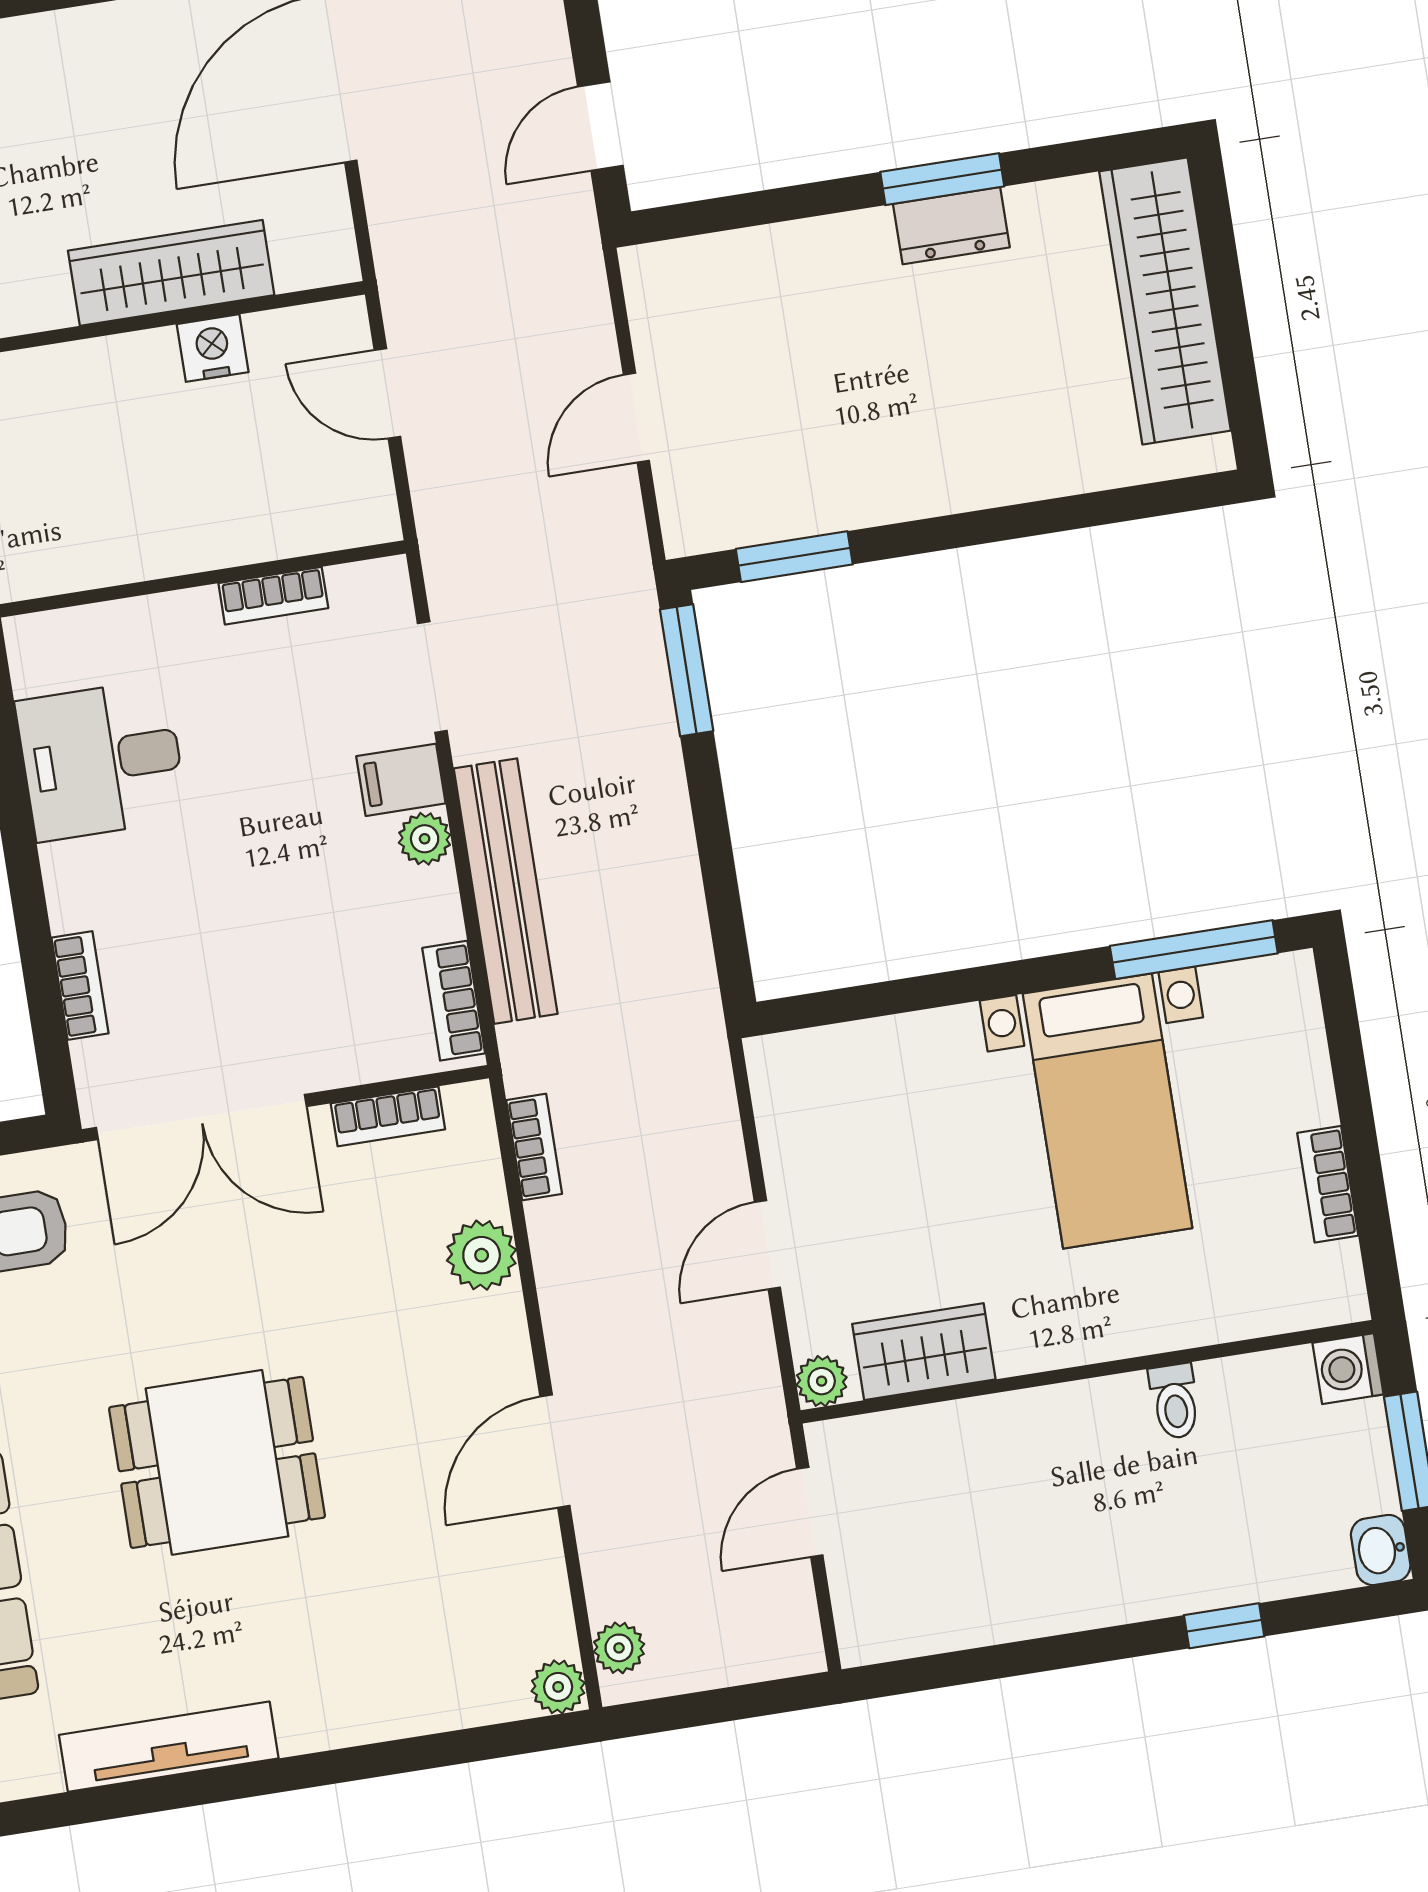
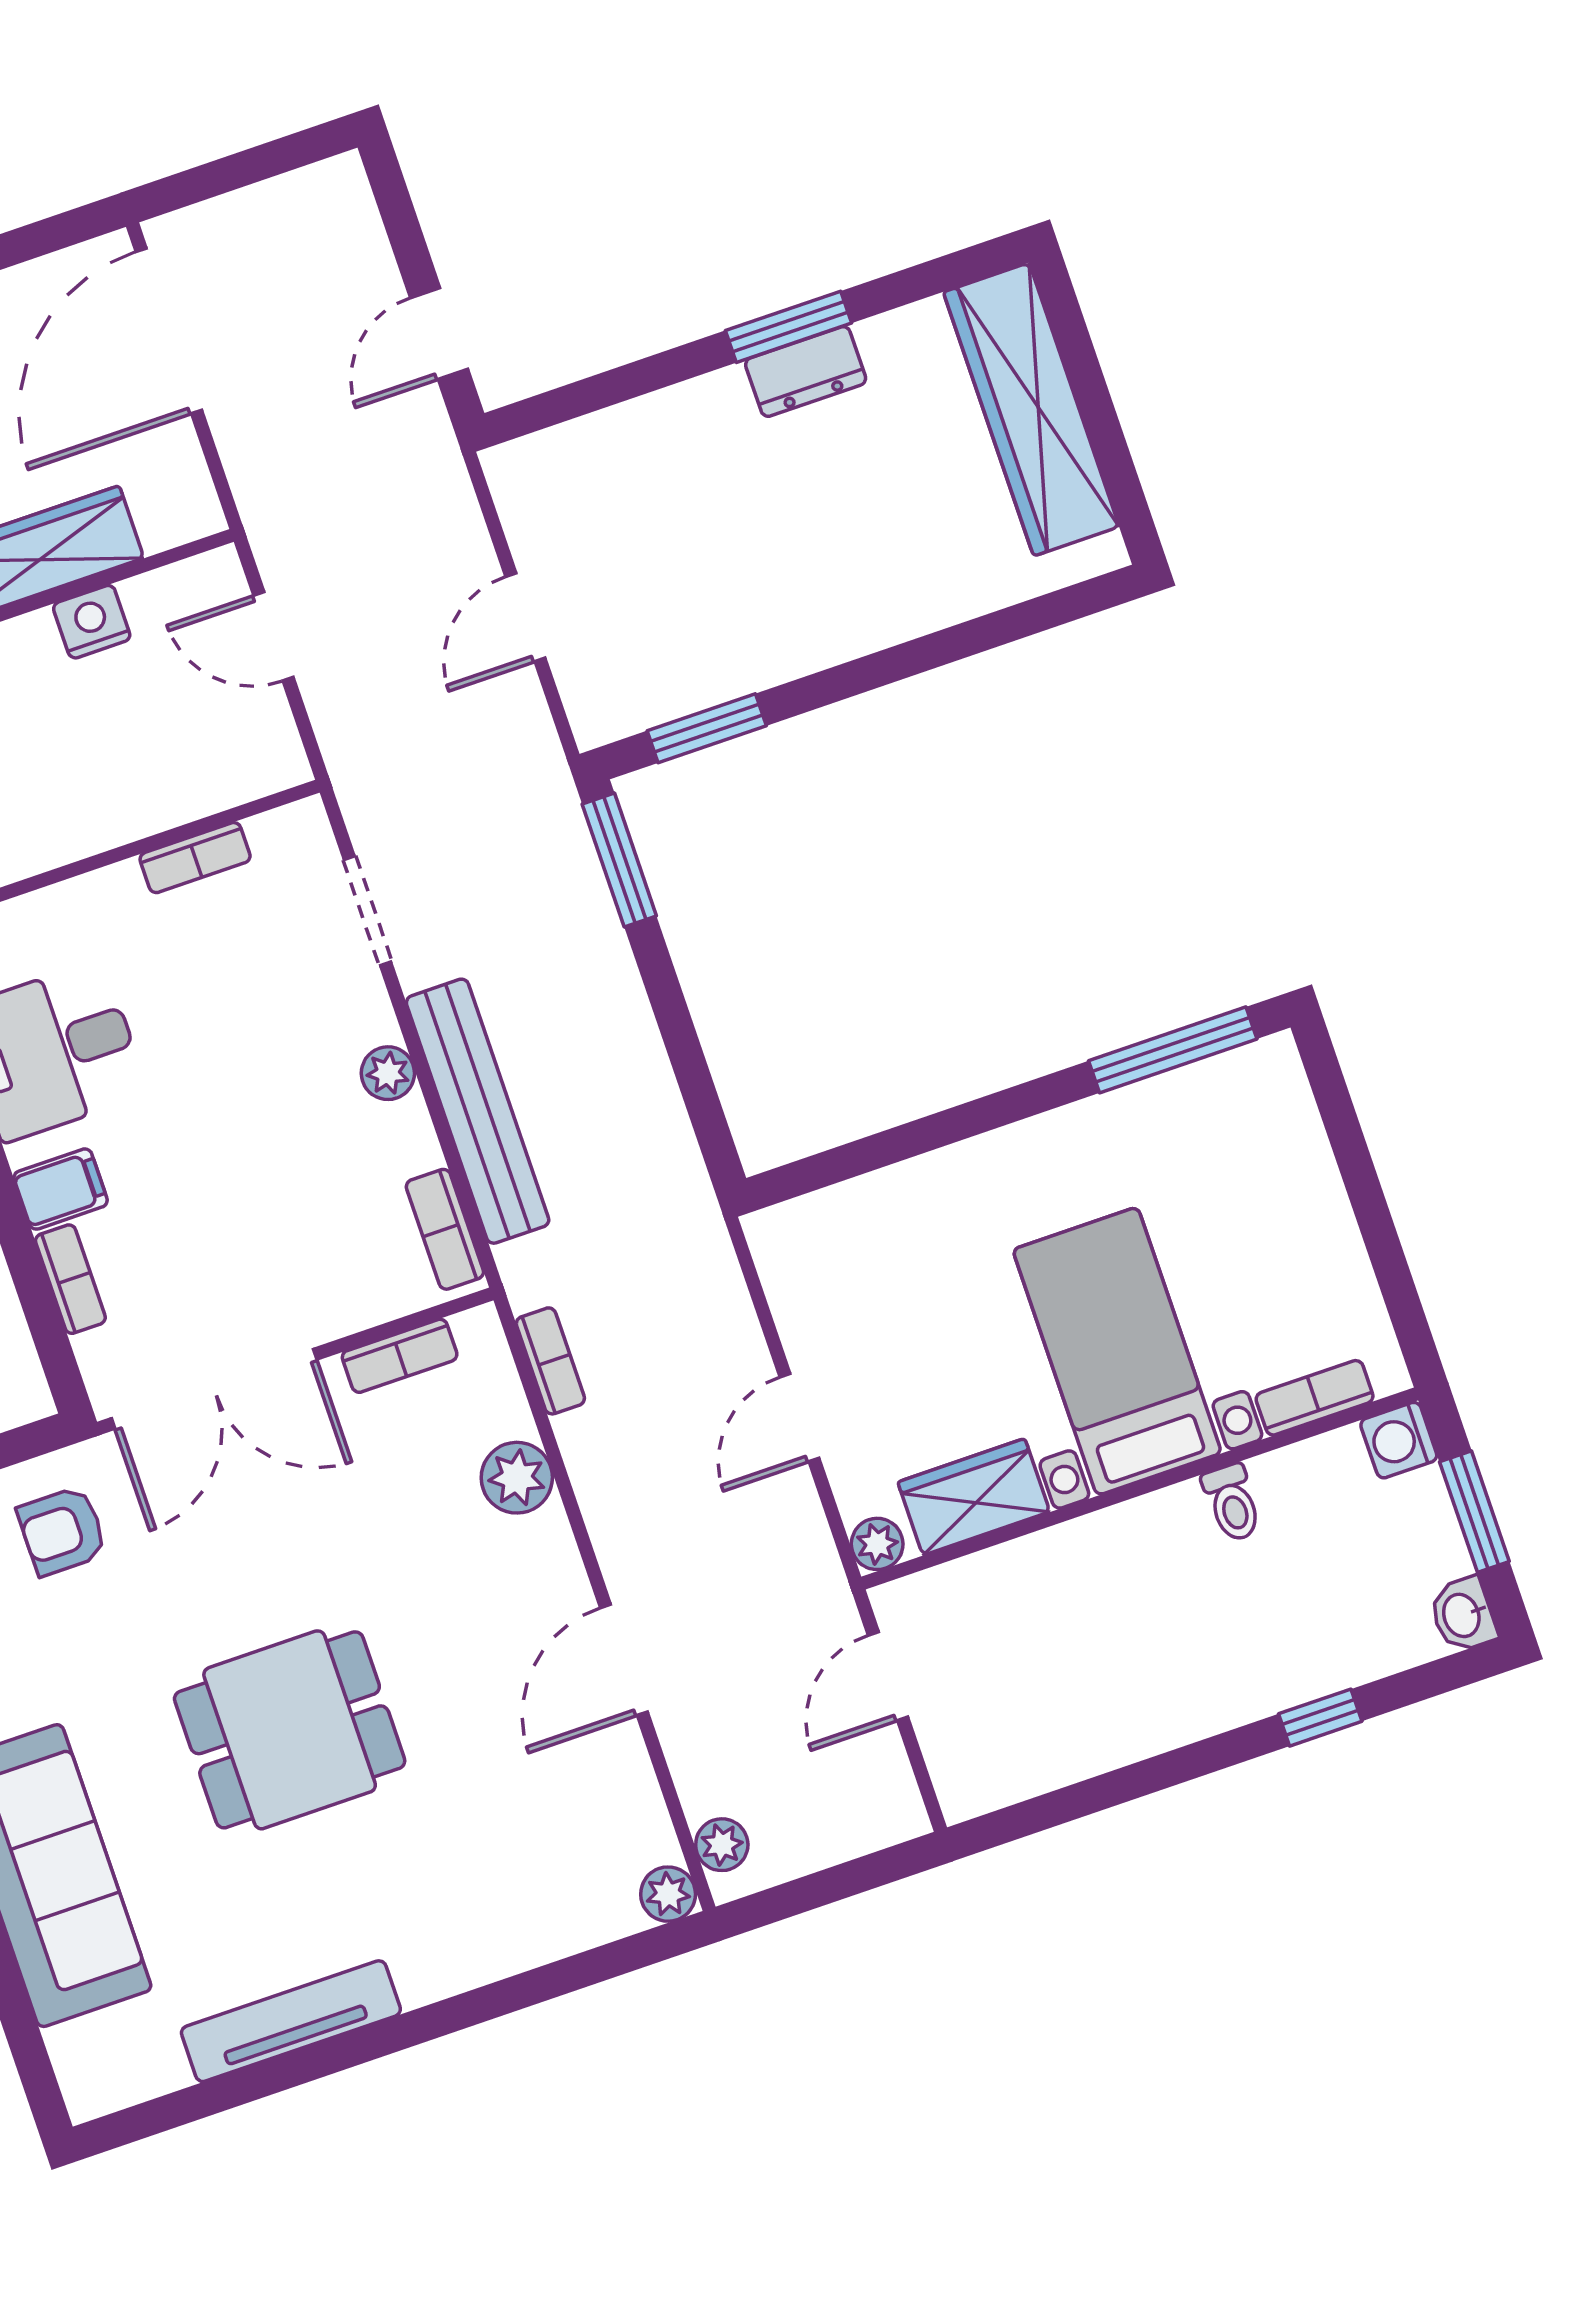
filing cabinet: (401, 780) -> (61, 1189), moved, turned 180
bed with nightstands: (1107, 1111) -> (1117, 1351), moved, turned 180
bookcase: (1328, 1184) -> (1315, 1398), moved, turned 90

